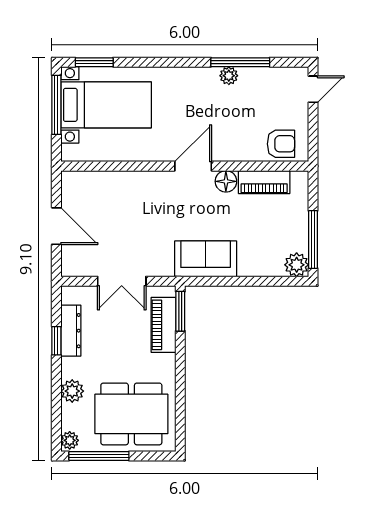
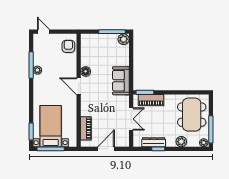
piano: (264, 182) -> (86, 128), moved

